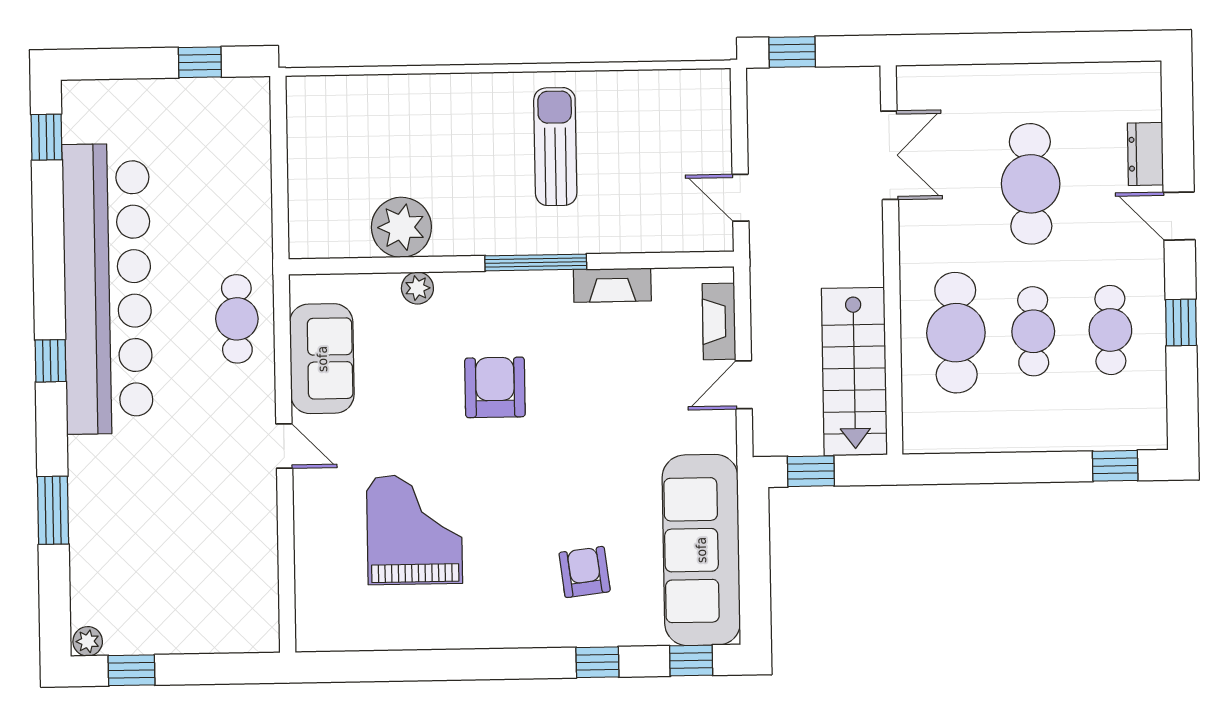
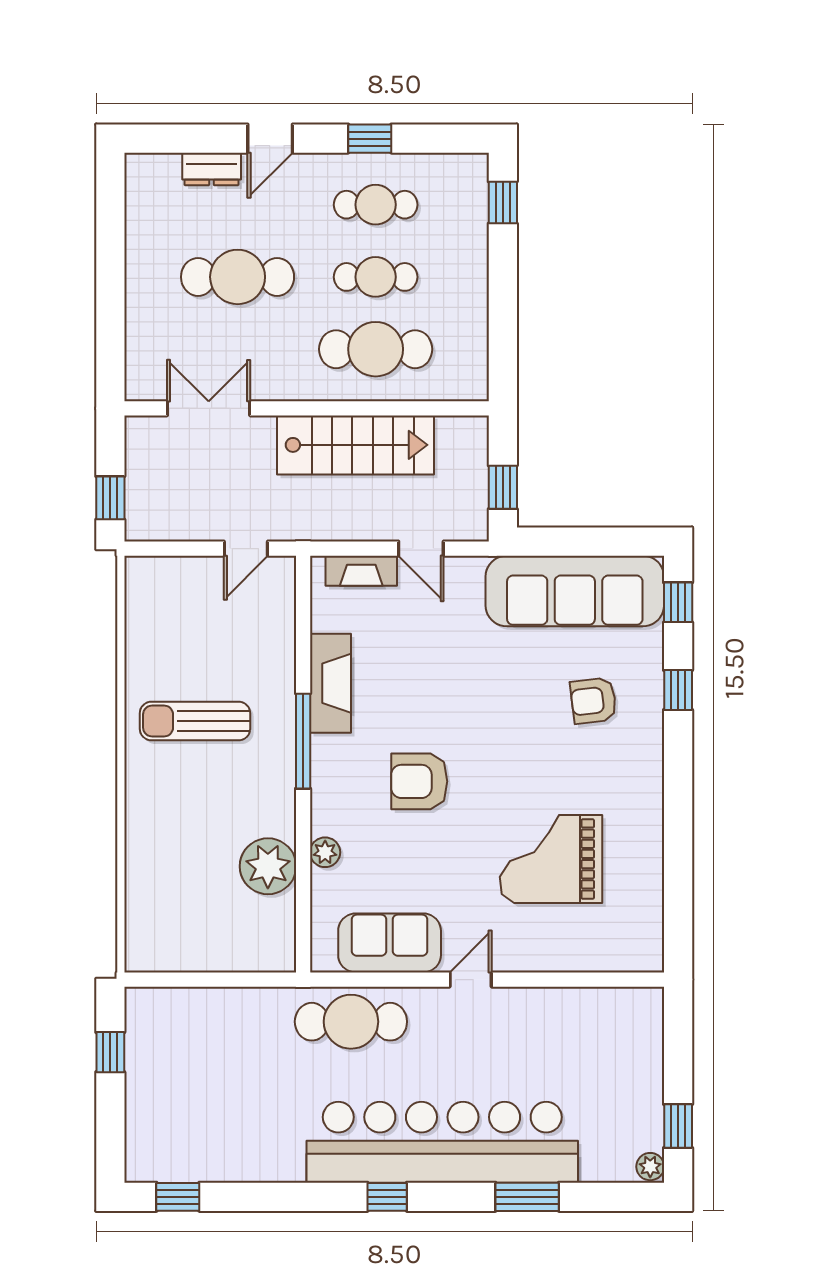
fireplace: (612, 285) -> (330, 683), width x1.37, depth x1.32
bar counter: (107, 289) -> (442, 1142), moved
cafe table: (237, 319) -> (351, 1022), width x1.37, depth x1.35
stairs: (854, 372) -> (356, 445), moved

